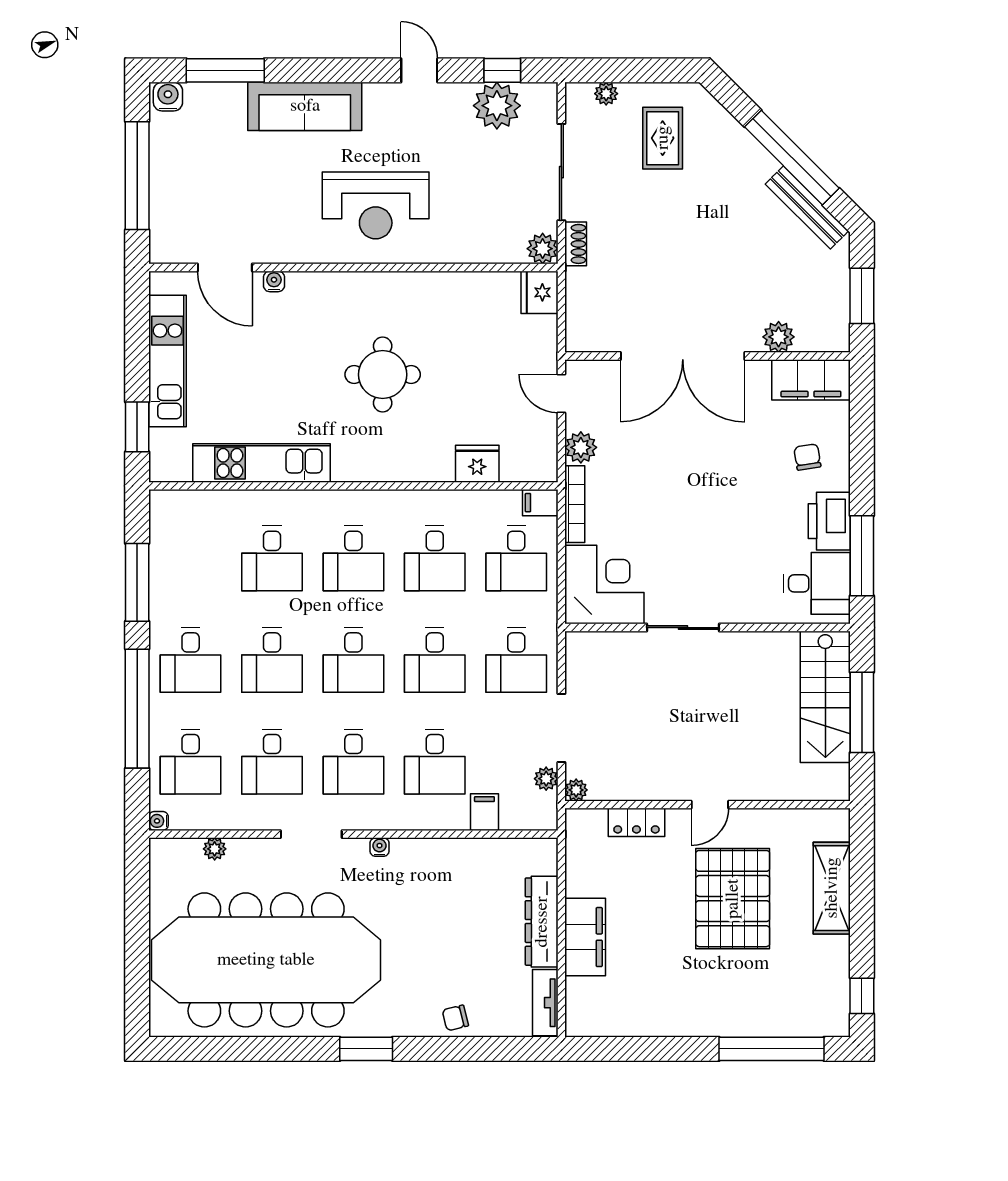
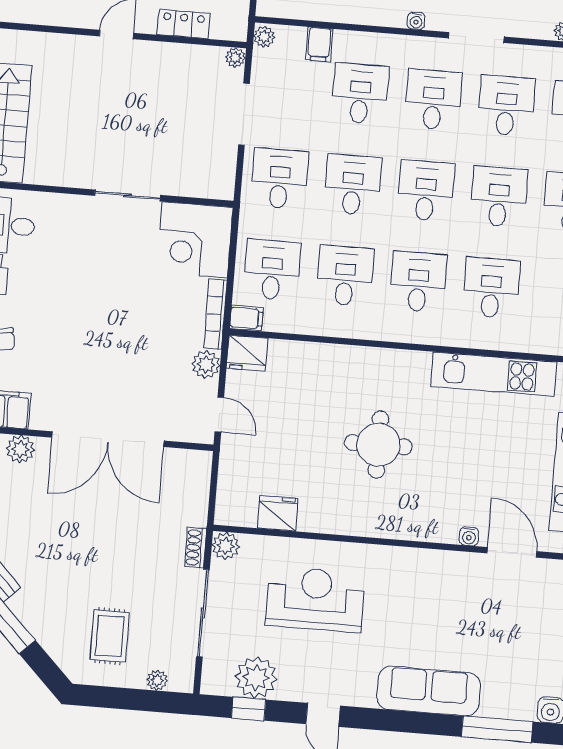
reception desk: (376, 205) -> (315, 599), moved
fridge: (540, 292) -> (278, 513), moved, turned -90
double door: (683, 356) -> (108, 439), swing flipped
fridge: (477, 464) -> (247, 353), moved
plant: (546, 779) -> (264, 37), moved

